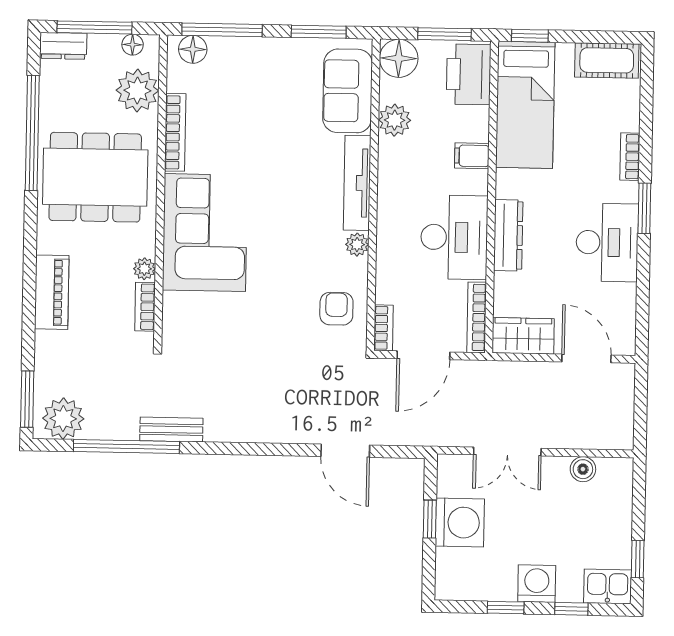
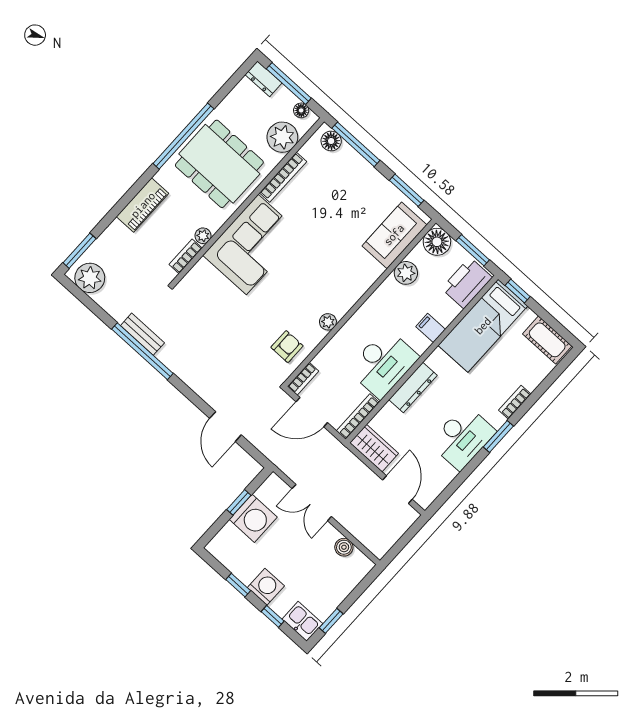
window: (32, 133) -> (183, 136), moved
tv unit: (357, 183) -> (357, 289), removed
window: (126, 447) -> (142, 351), moved

